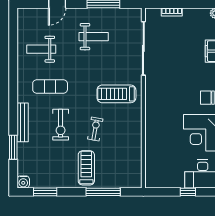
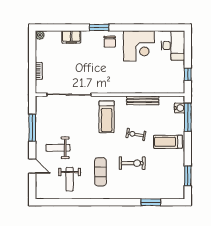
weight bench: (94, 37) -> (58, 148), moved, turned -90
bench: (23, 122) -> (143, 100), moved
water cooler: (23, 182) -> (179, 108), moved
window: (103, 192) -> (188, 117), moved
window: (188, 192) -> (188, 74), moved

